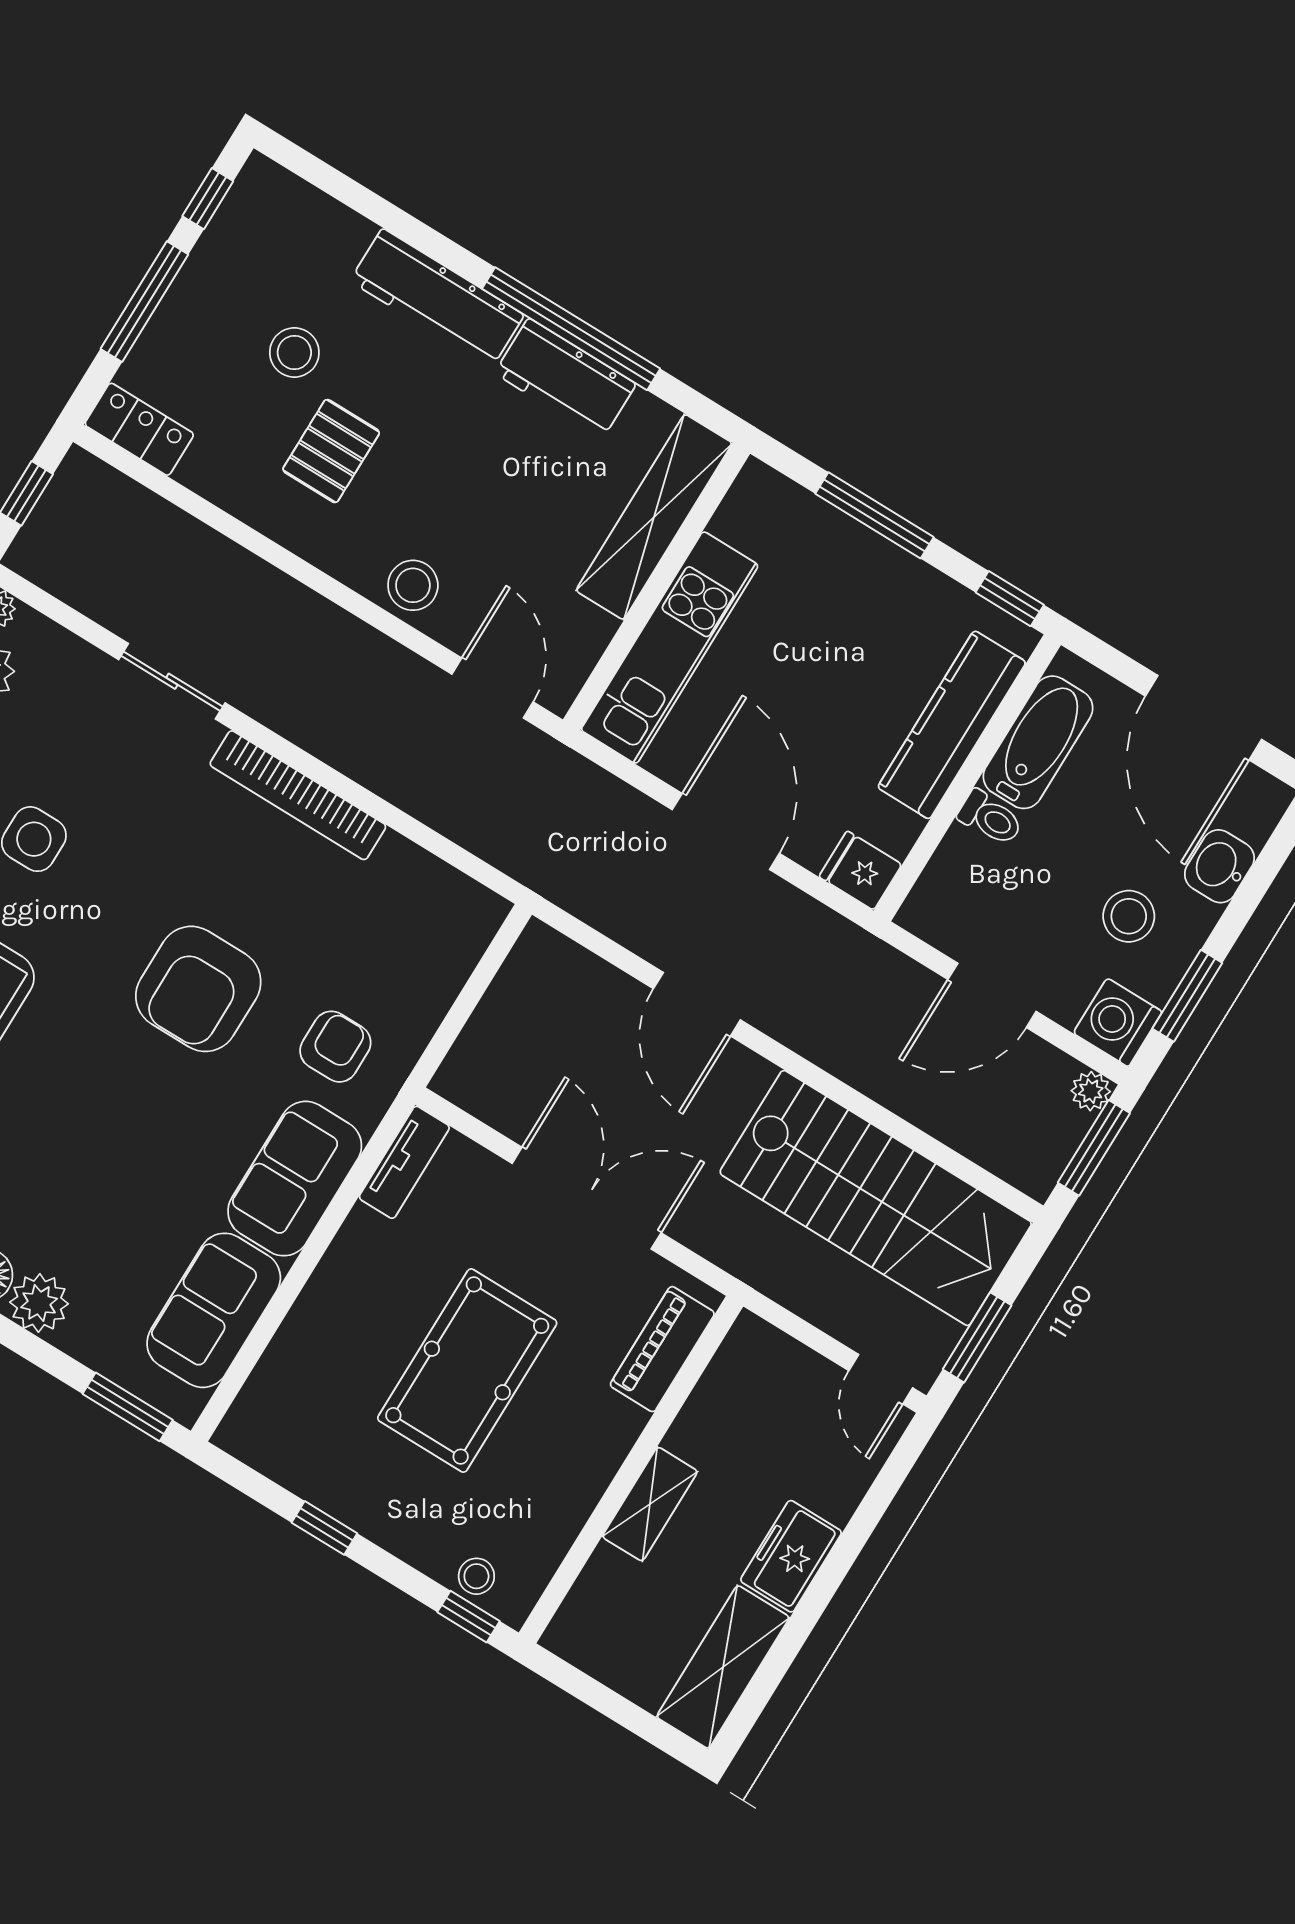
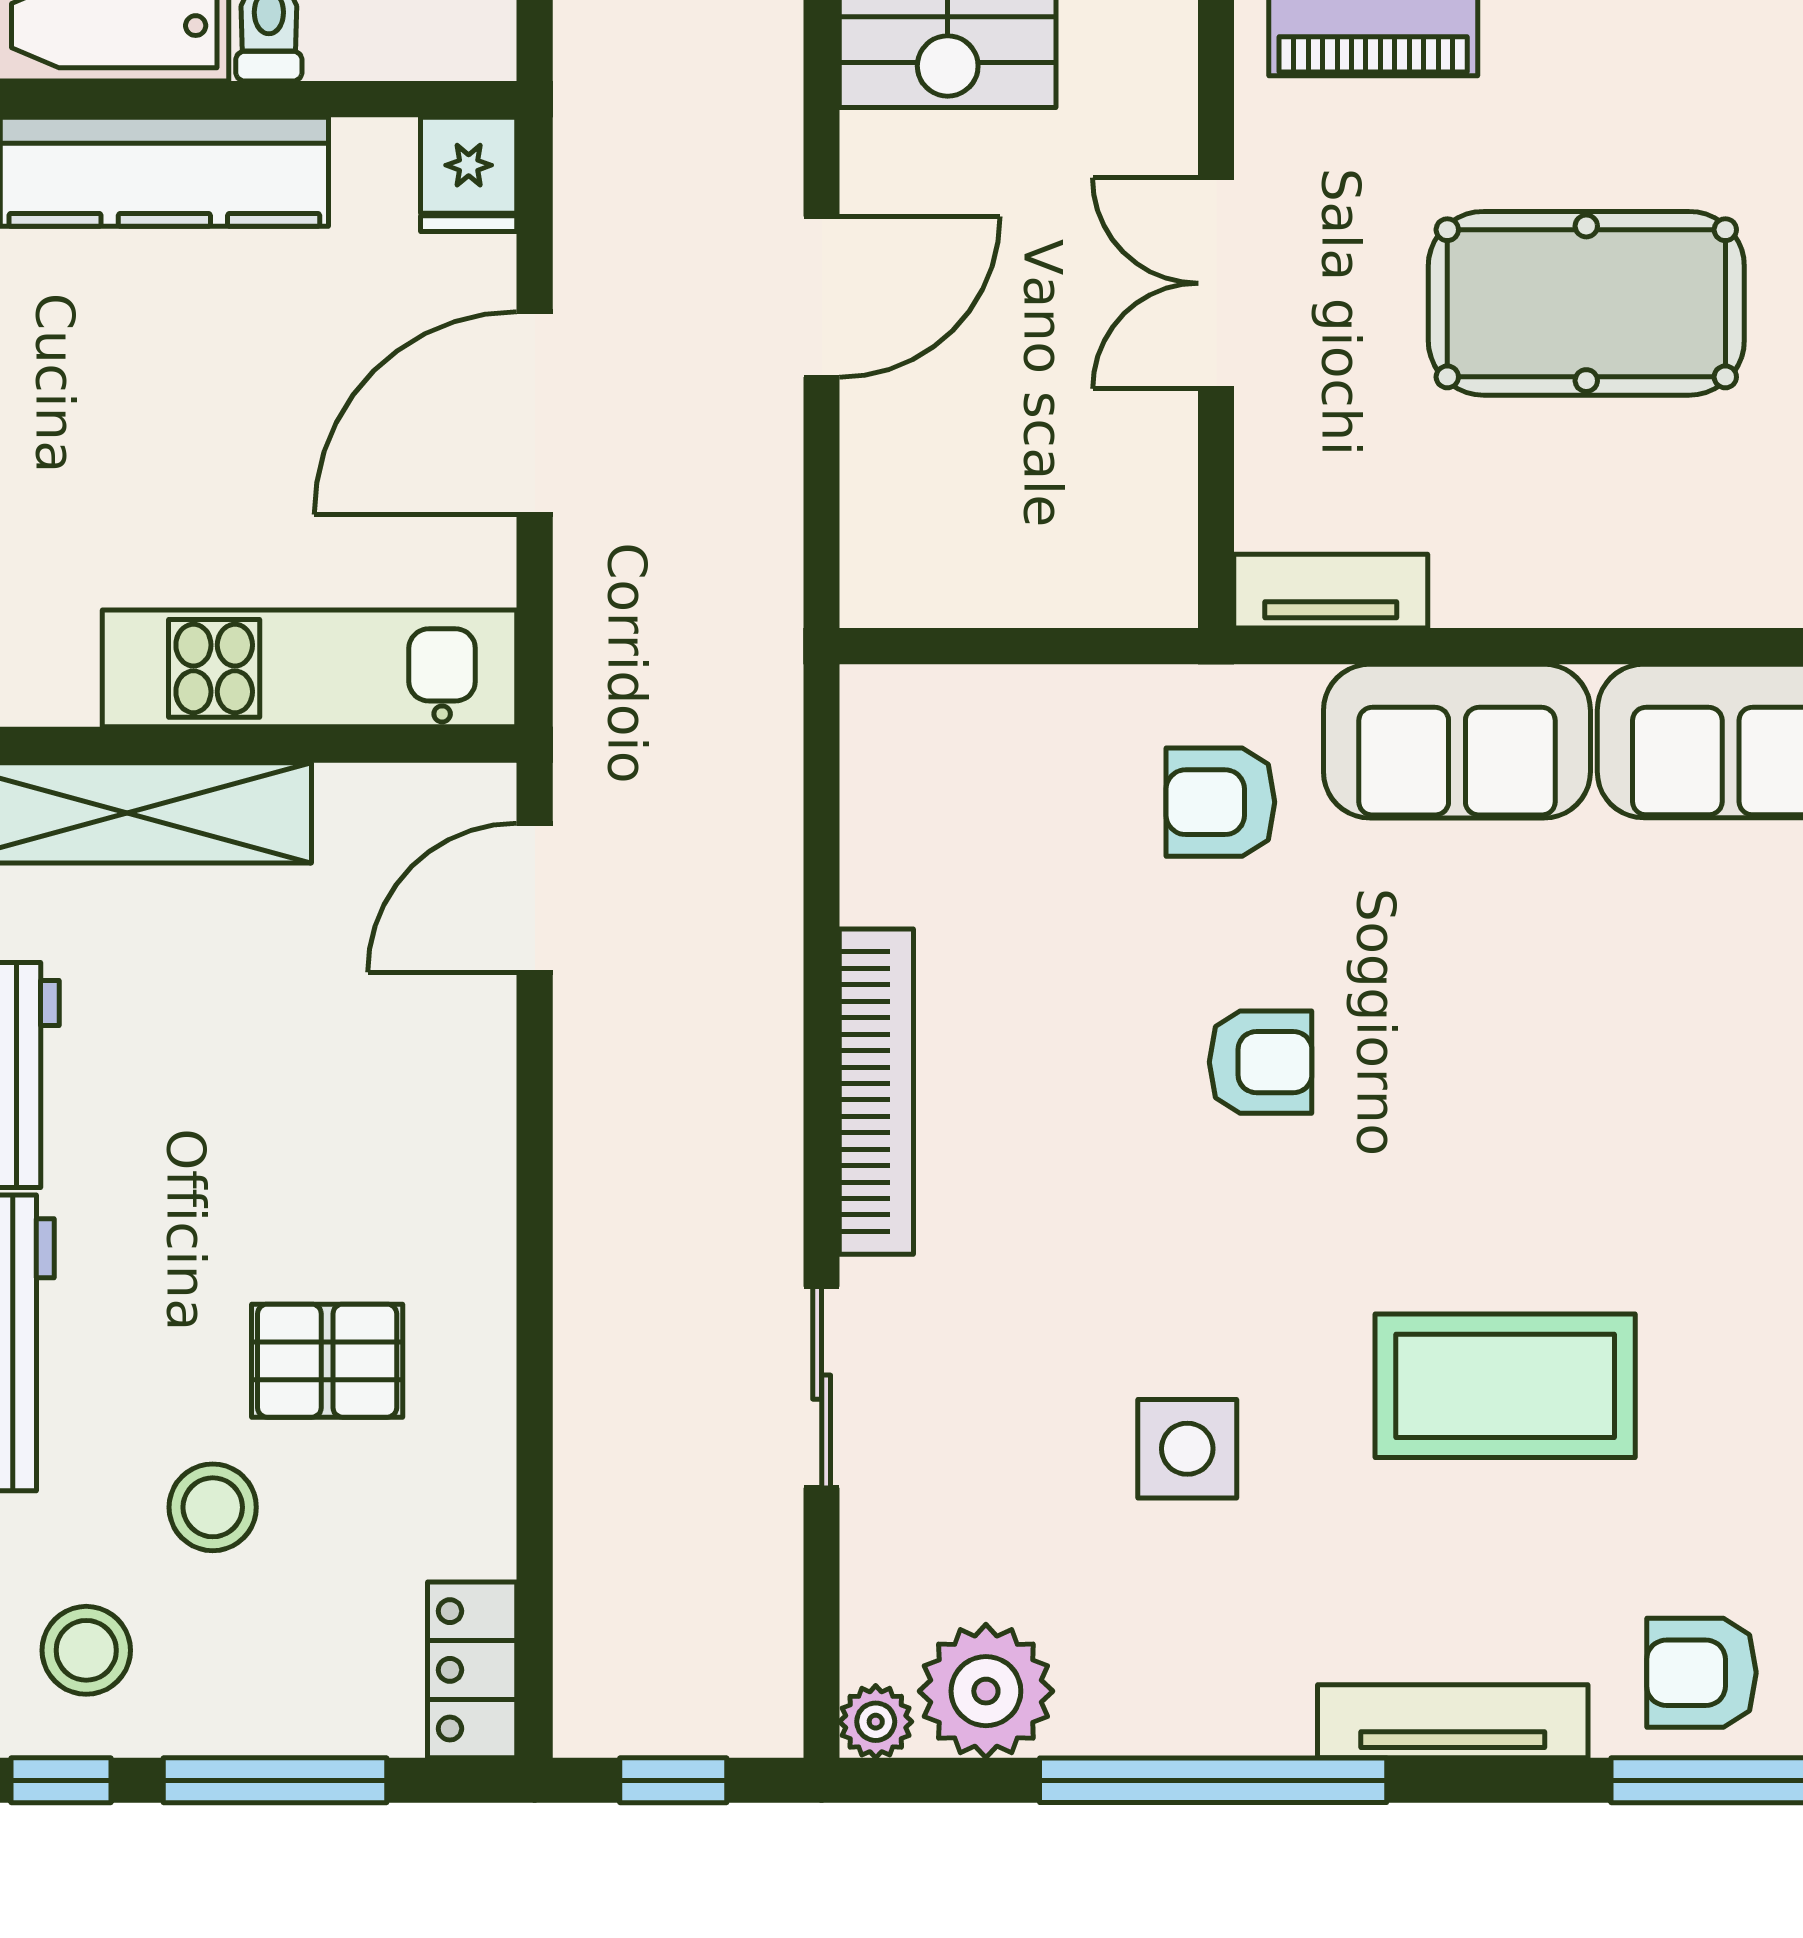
stool: (413, 585) -> (86, 1650), moved
armchair: (198, 989) -> (1261, 1062), width x0.53, depth x0.53
double door: (587, 1198) -> (1216, 283), width x0.73

